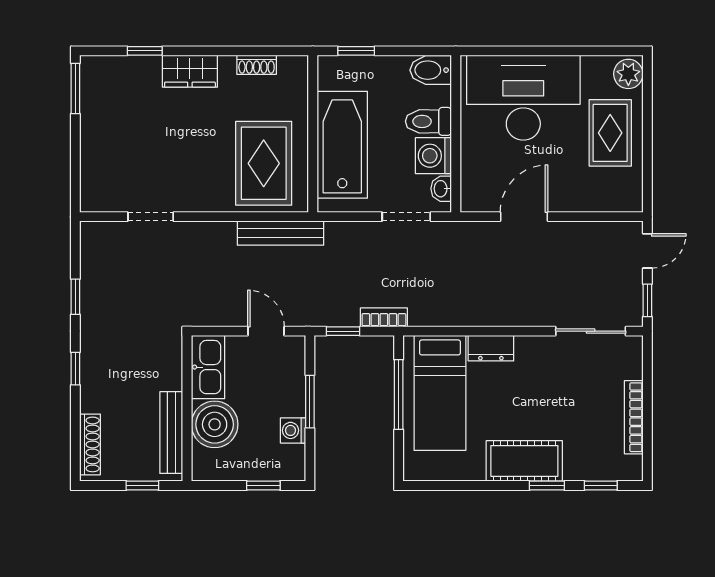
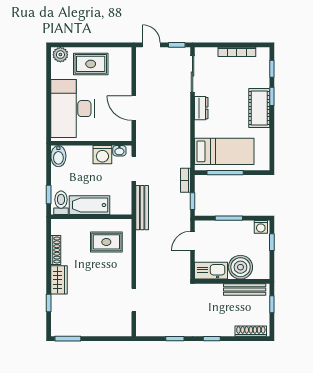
shoe rack: (257, 65) -> (56, 250), width x1.43
toilet: (428, 121) -> (61, 203), moved, turned 180
bathtub: (342, 145) -> (89, 205), width x0.73, depth x0.73
rug: (264, 163) -> (106, 242), width x0.73, depth x0.70
bench: (280, 233) -> (142, 208), moved
dresser: (491, 348) -> (201, 108), moved
washing machine: (293, 430) -> (261, 227), moved

